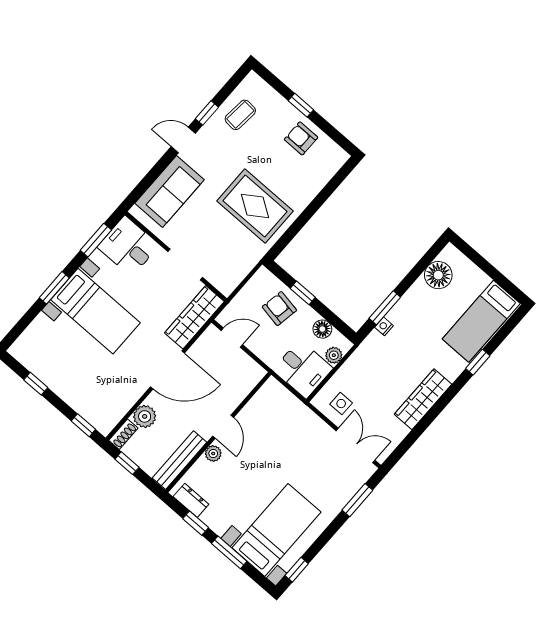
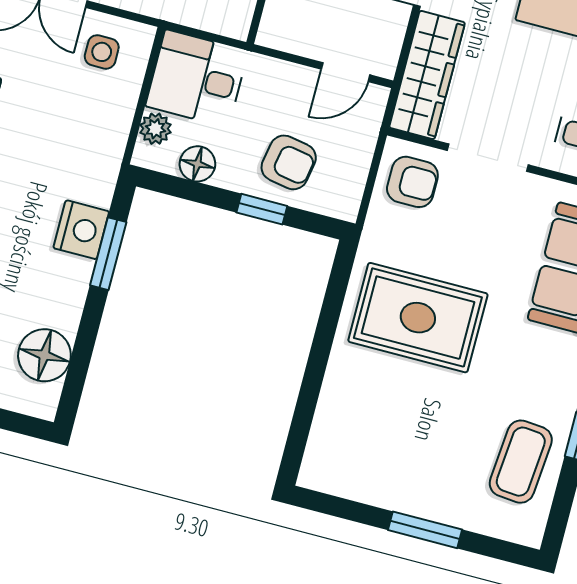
window: (301, 105) -> (425, 530), width x1.50
coffee table: (240, 115) -> (521, 462), width x1.36, depth x1.30
armchair: (301, 138) -> (412, 182), moved
nightstand: (384, 326) -> (81, 230), width x1.89, depth x1.79

